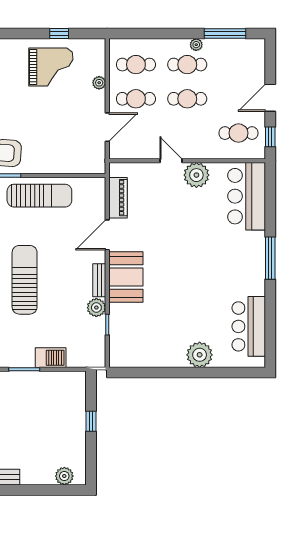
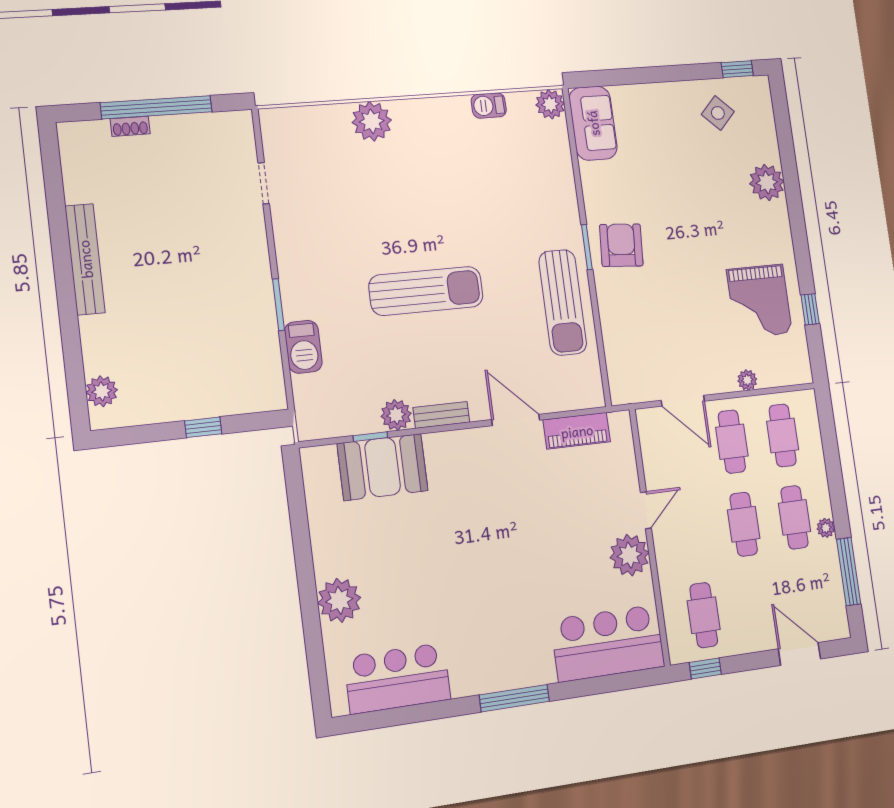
door: (270, 98) -> (799, 654), moved
booth: (126, 277) -> (383, 467), moved

